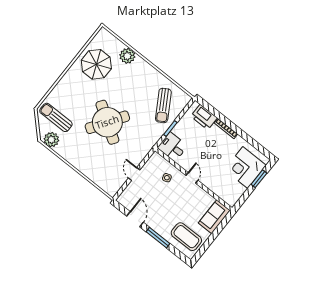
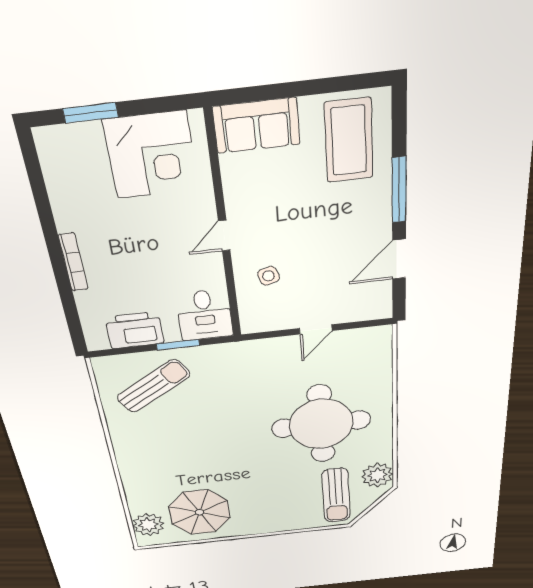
plant: (127, 56) -> (148, 525), moved
printer: (204, 117) -> (135, 330), moved, turned -90
round table: (107, 122) -> (321, 424), moved, turned -33
corner desk: (245, 168) -> (151, 155), moved

